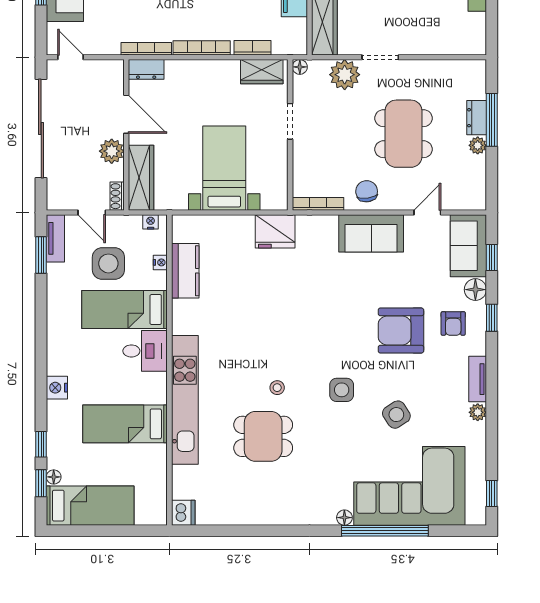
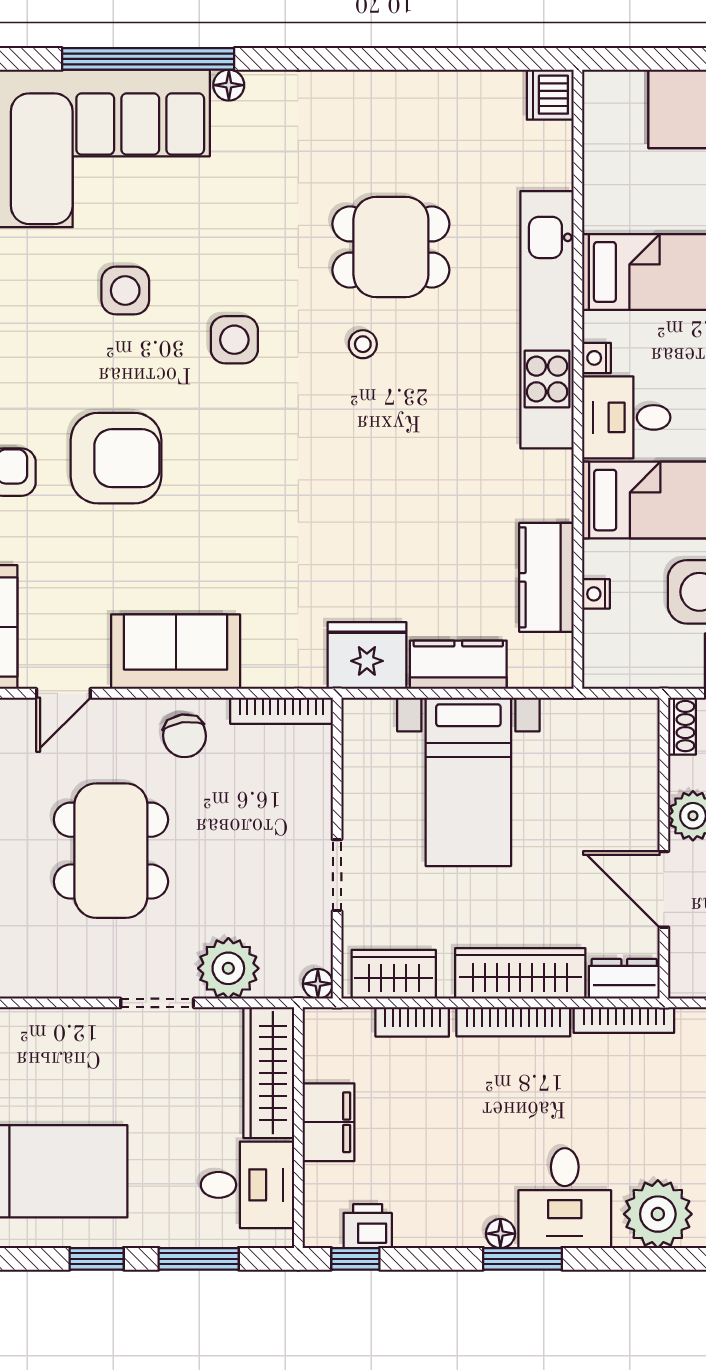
wardrobe: (141, 178) -> (520, 973), moved, turned 90
nightstand: (151, 222) -> (596, 358), moved, turned 90
kitchen counter: (229, 227) -> (458, 665), added
side table: (396, 415) -> (125, 291), turned 33

